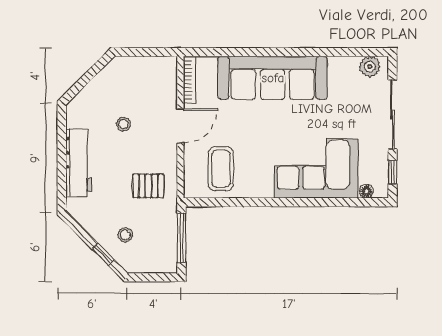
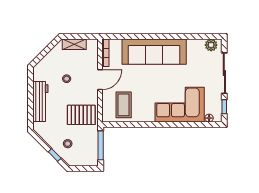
shelving: (136, 65) -> (74, 44), added
pallet: (148, 186) -> (81, 115), width x1.50, depth x1.42

